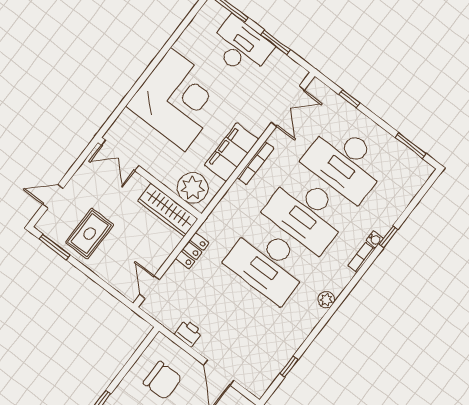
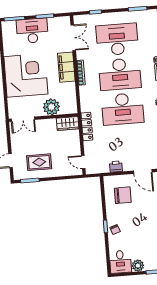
filing cabinet: (232, 152) -> (66, 67), moved
desk: (345, 162) -> (117, 39), turned 180
plant: (193, 188) -> (51, 107), moved
wardrobe: (168, 210) -> (68, 123), width x0.67
rug: (90, 234) -> (39, 162), turned 90
locker: (192, 251) -> (87, 127), width x1.53

